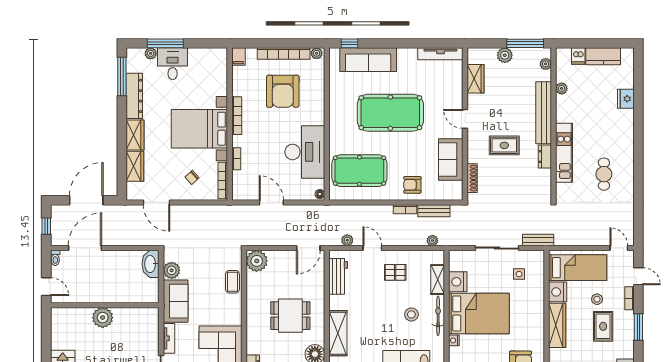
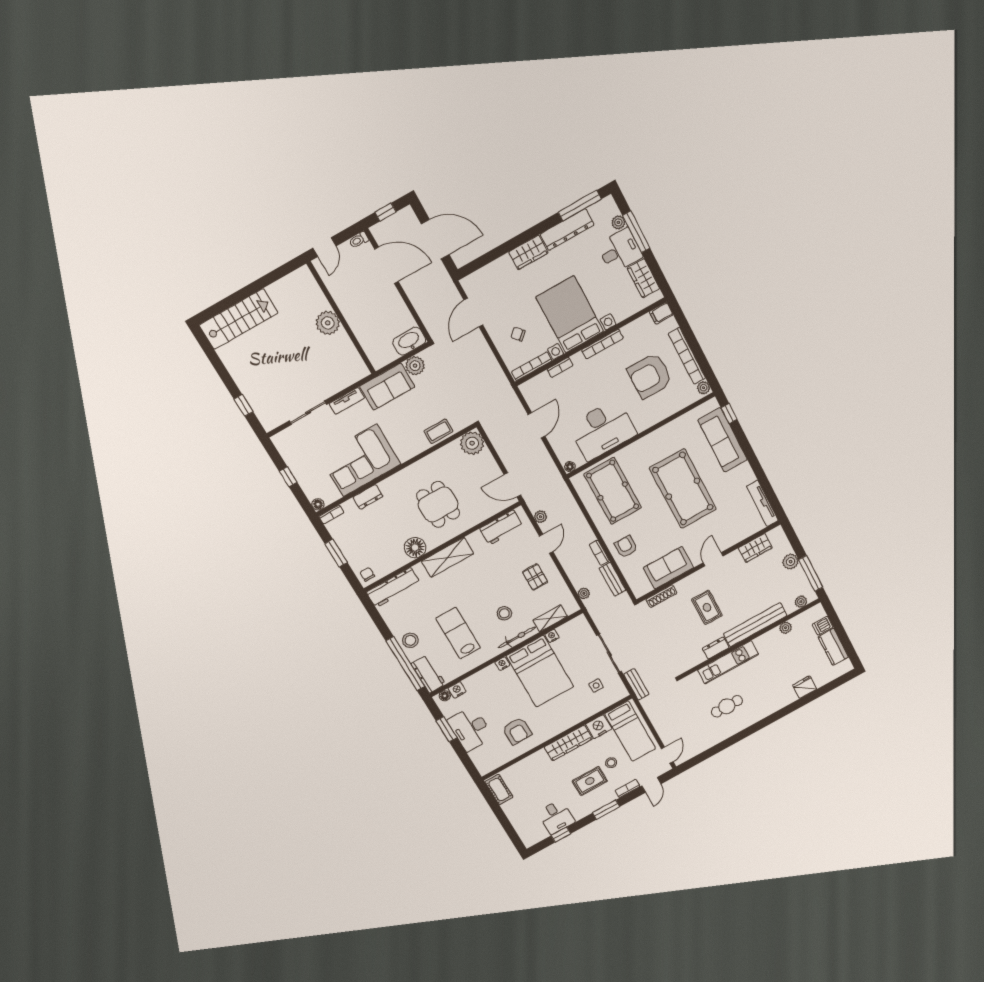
wardrobe: (135, 166) -> (643, 278), moved, turned 90
nightstand: (458, 282) -> (552, 636), width x0.53, depth x0.56

